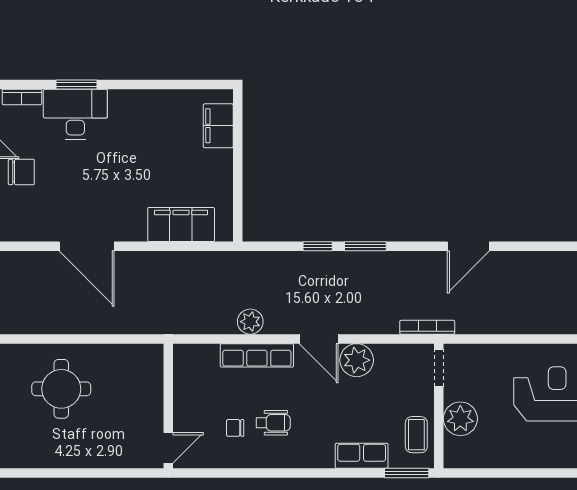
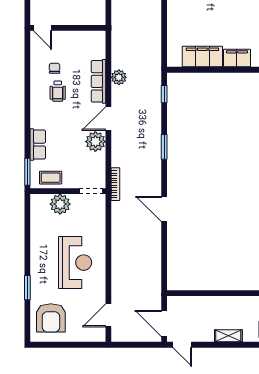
filing cabinet: (181, 225) -> (202, 57), moved, turned -90
window: (318, 246) -> (164, 94), moved

